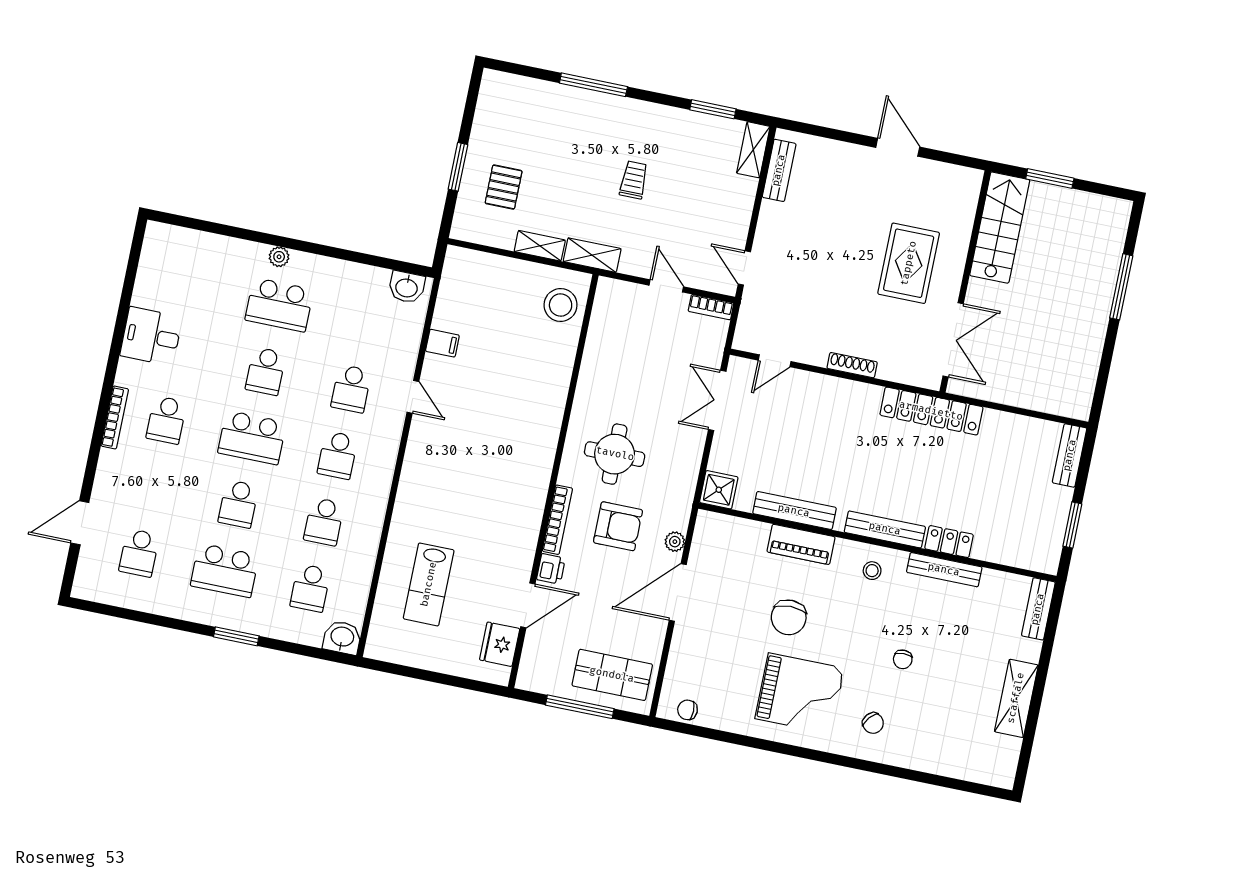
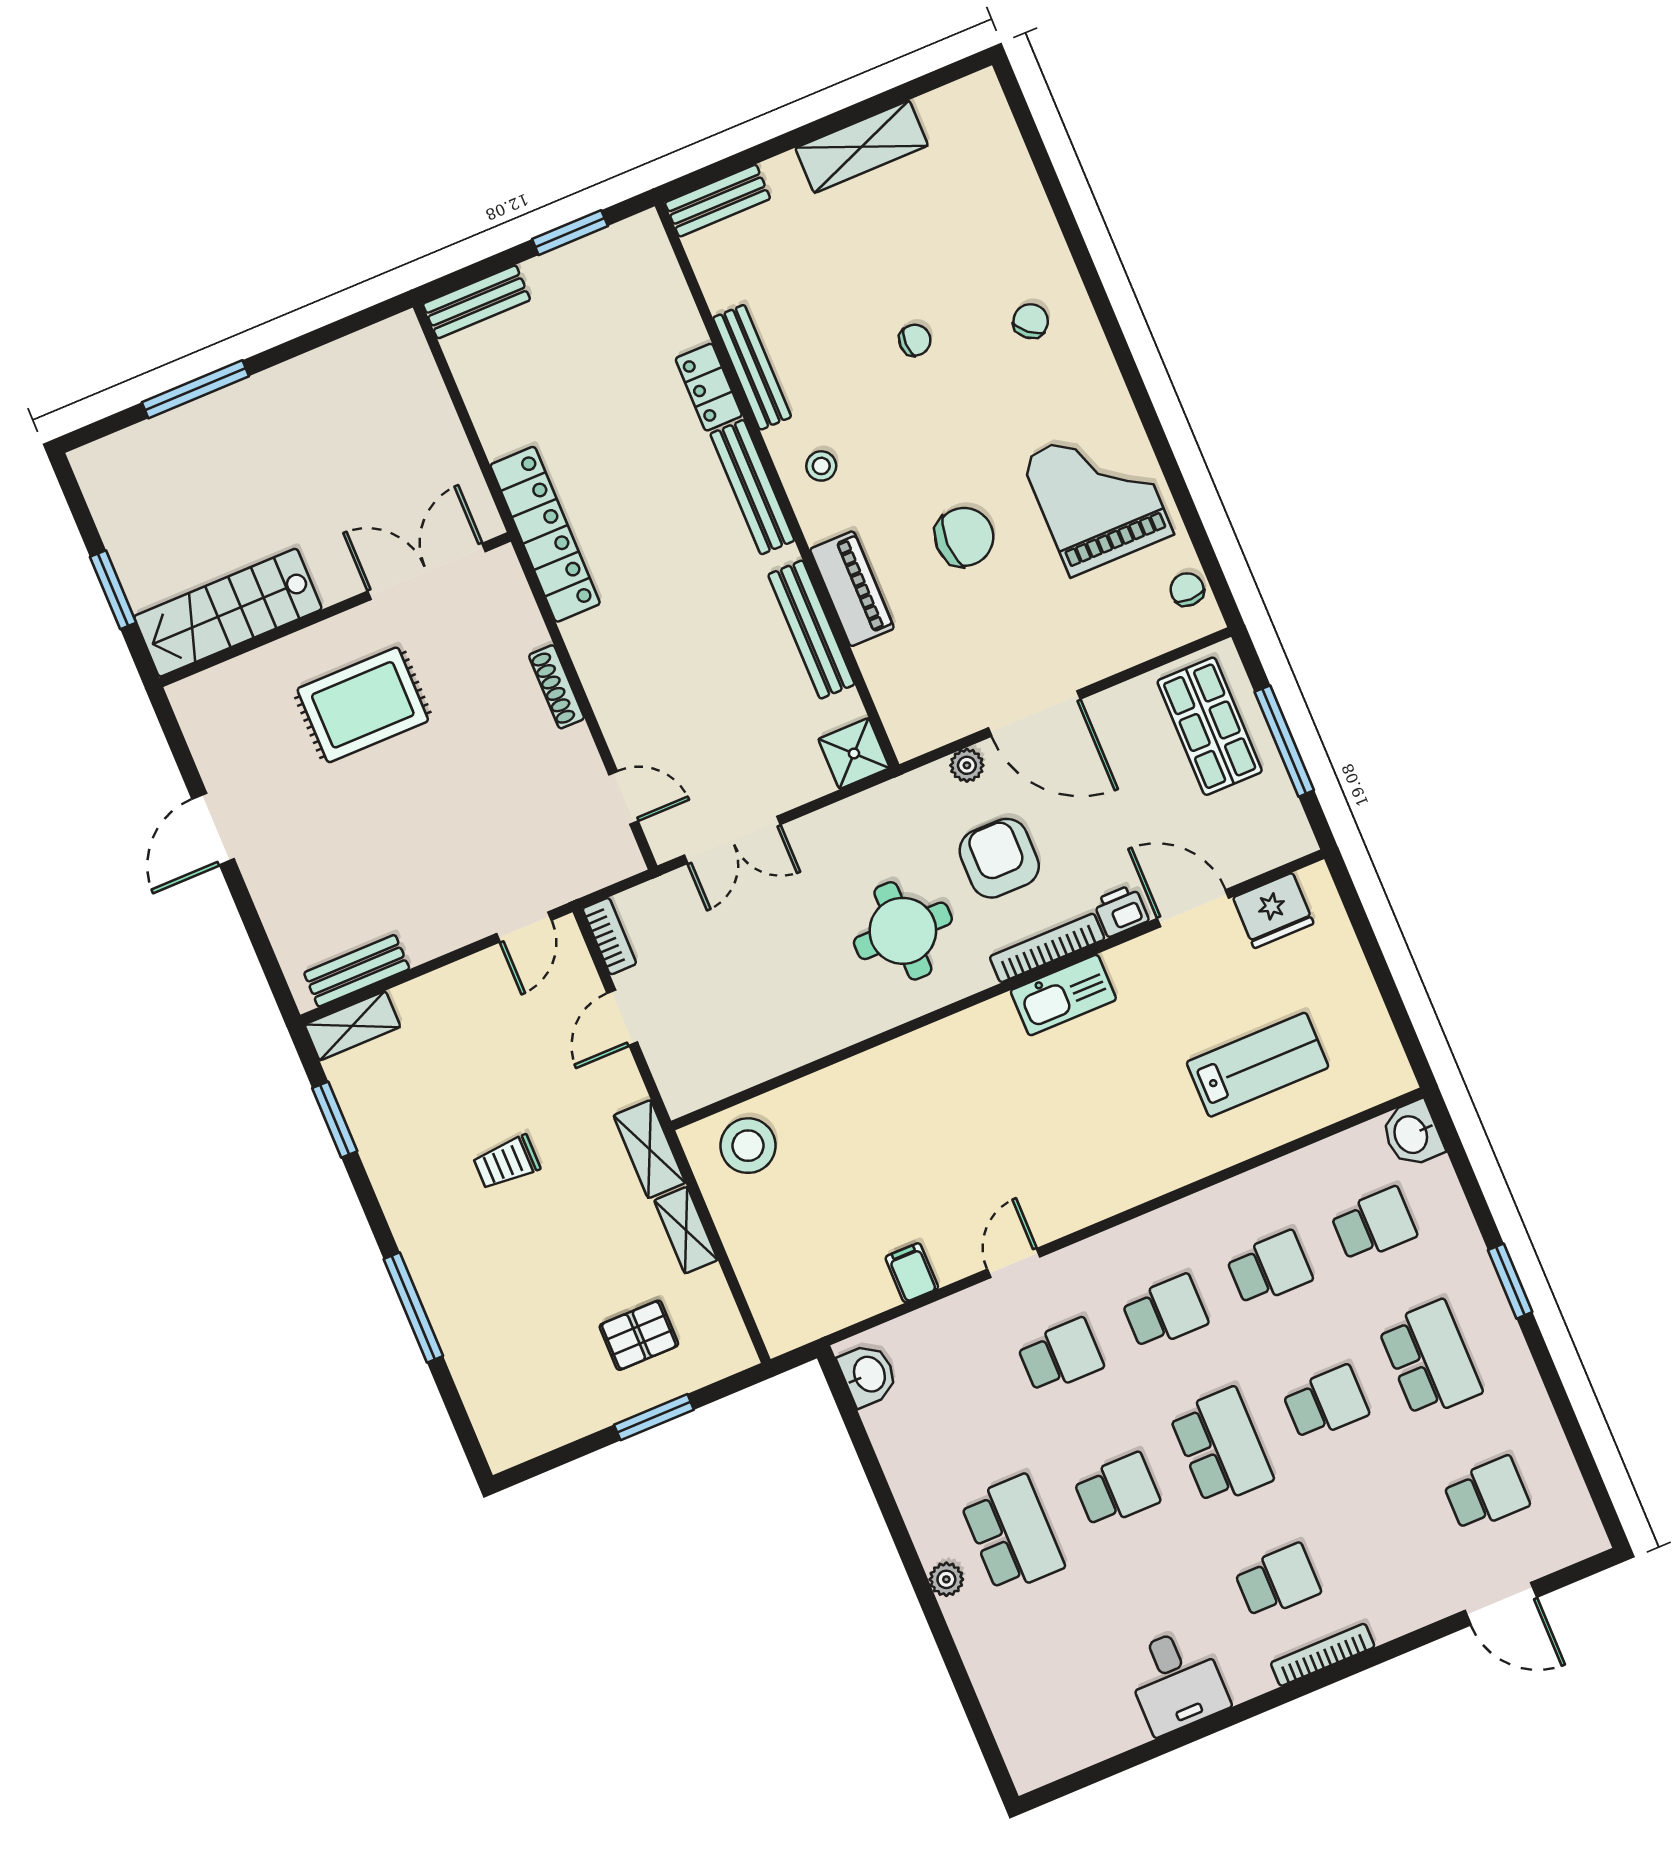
kitchen sink: (529, 512) -> (1063, 995), added
grand piano: (800, 693) -> (1097, 496), moved
chair: (687, 710) -> (1187, 590), turned 180

